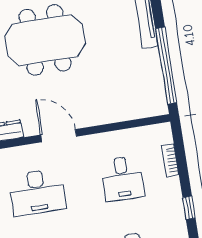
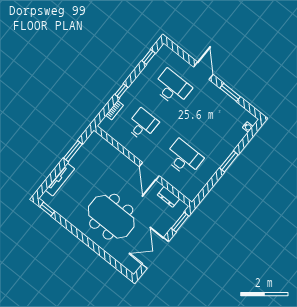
window: (166, 65) -> (73, 151), width x0.47
window: (189, 208) -> (121, 91), moved

